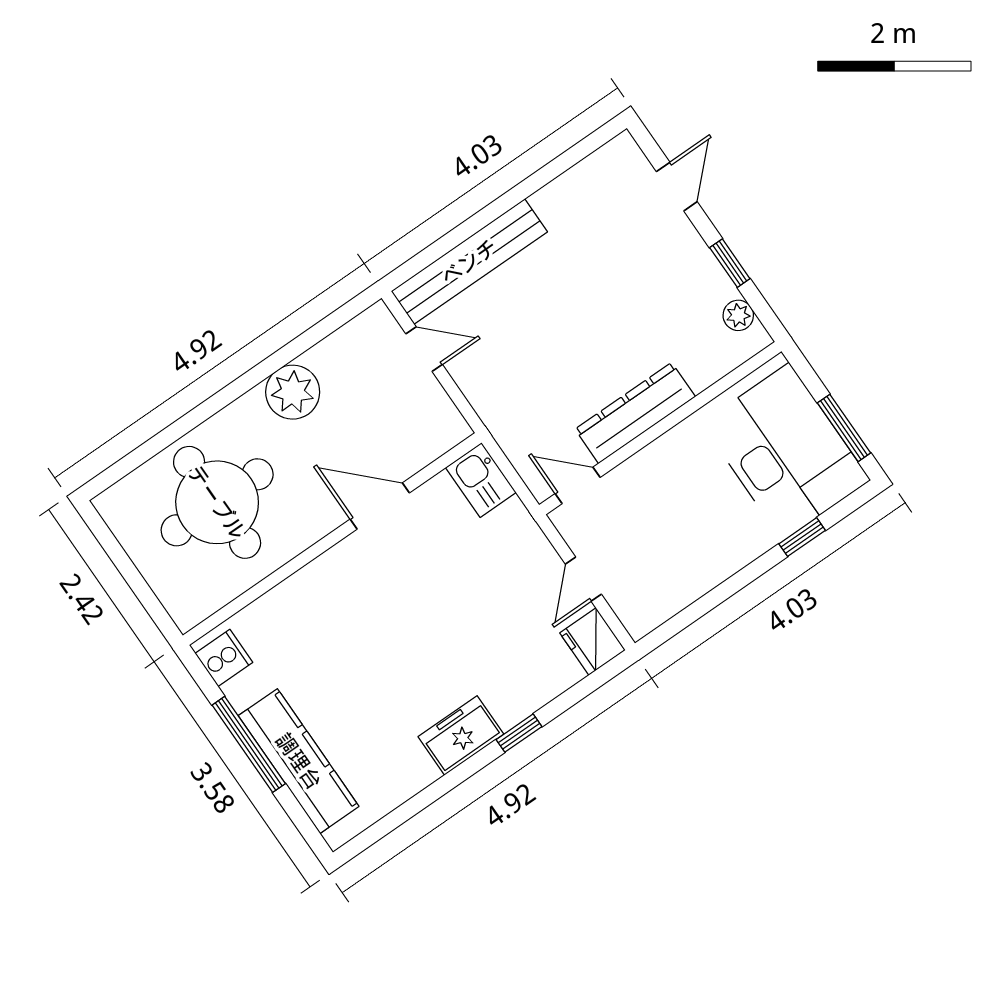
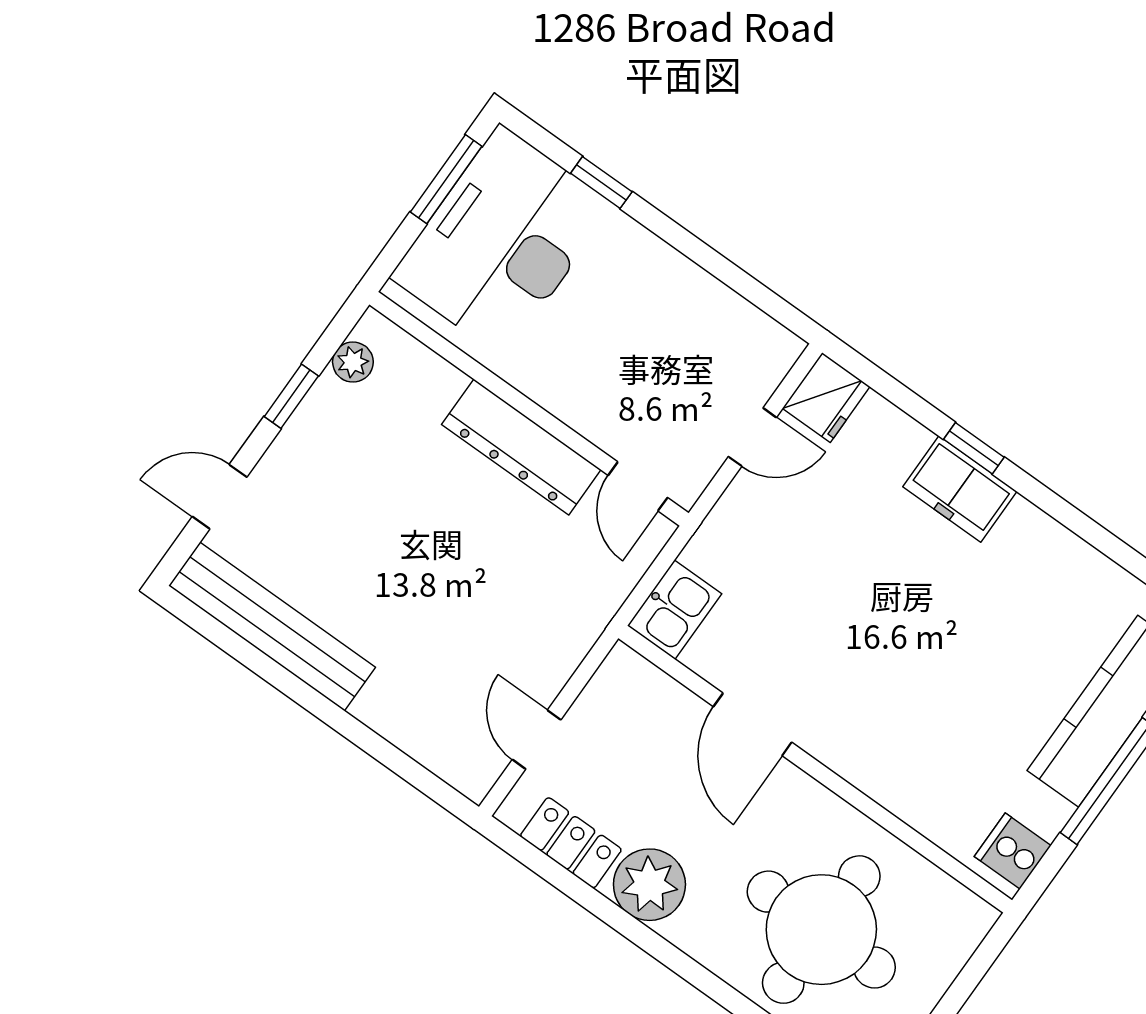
bench: (469, 262) -> (272, 627), moved
locker: (342, 347) -> (571, 843), added
freezer: (461, 735) -> (960, 489), moved

